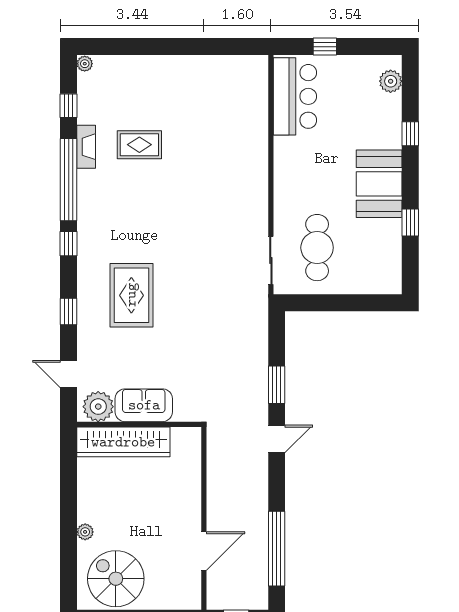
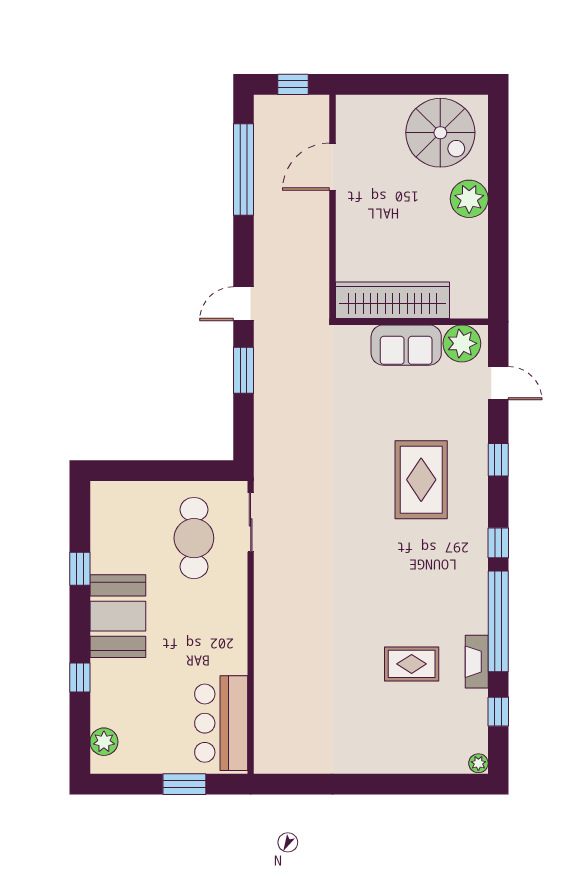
window: (325, 47) -> (184, 784), width x1.50
wardrobe: (123, 442) -> (393, 300), moved
plant: (85, 532) -> (469, 199), width x1.88, depth x1.88

